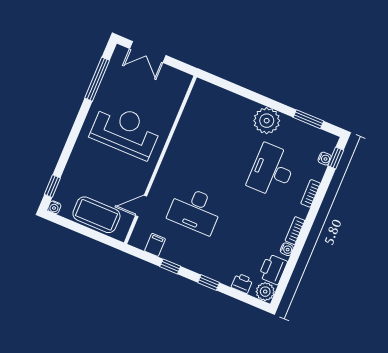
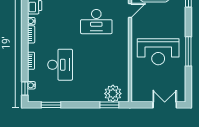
window: (97, 79) -> (188, 51), moved
window: (226, 85) -> (109, 105), added
plant: (267, 121) -> (113, 94), moved
desk: (195, 210) -> (96, 22), turned 180

